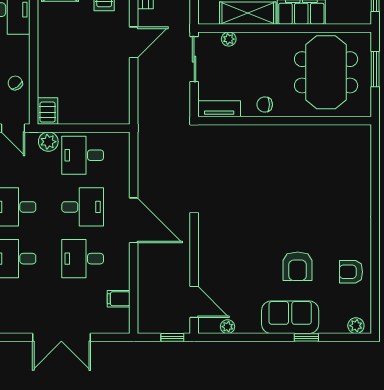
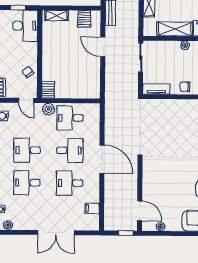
plant: (229, 39) -> (185, 45), moved
door: (134, 42) -> (103, 47), swing flipped

